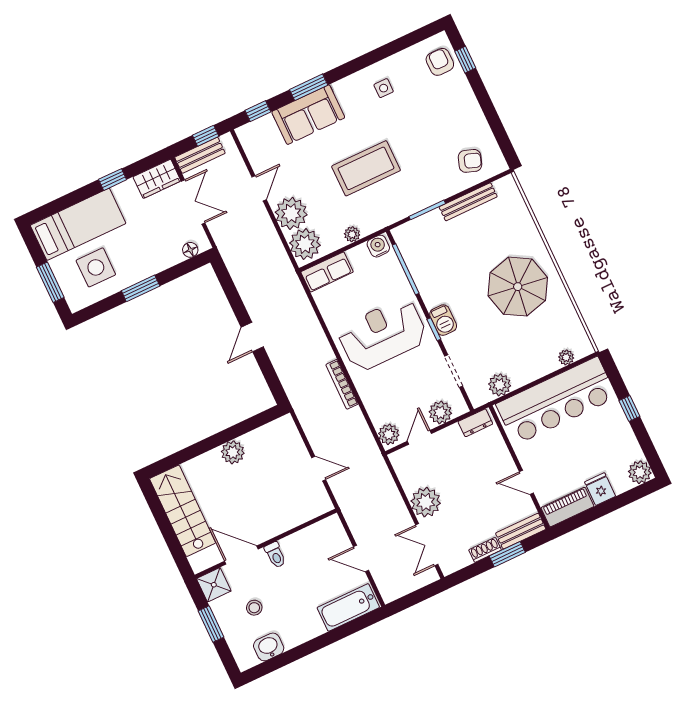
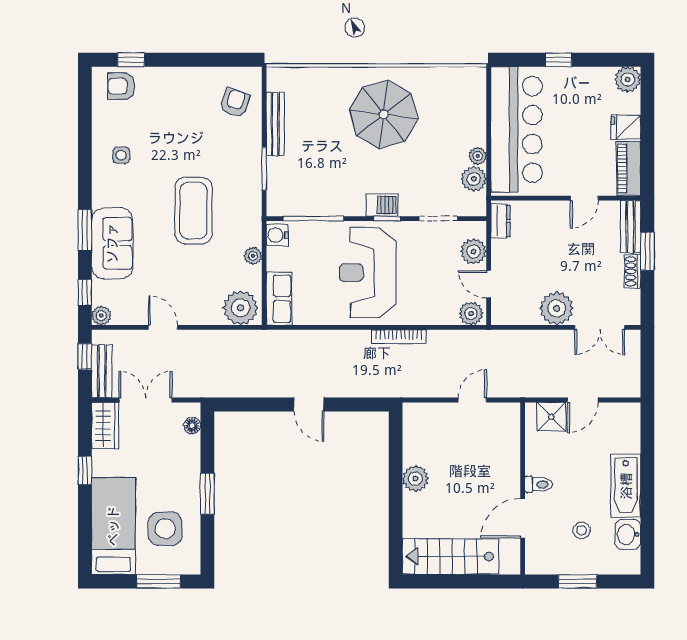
plant: (291, 213) -> (101, 315), moved, width x0.53, depth x0.53
plant: (566, 357) -> (478, 156), moved
shower: (214, 585) -> (551, 417), moved
bathtub: (348, 607) -> (626, 486), moved

